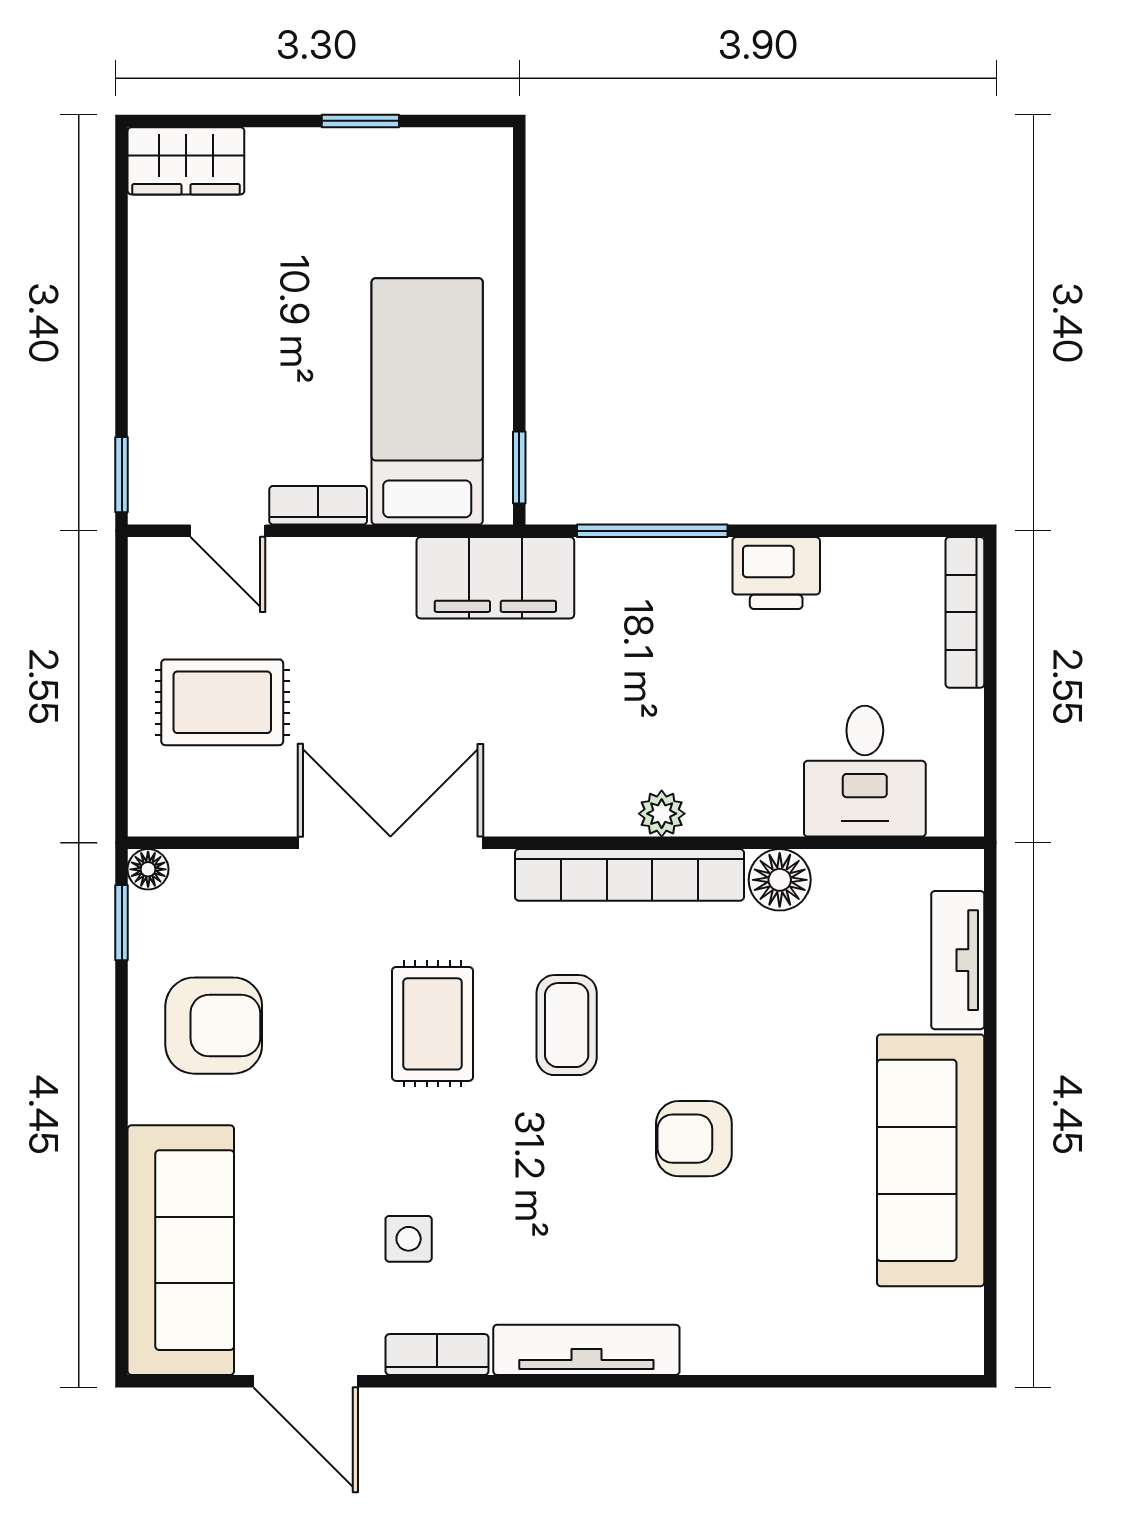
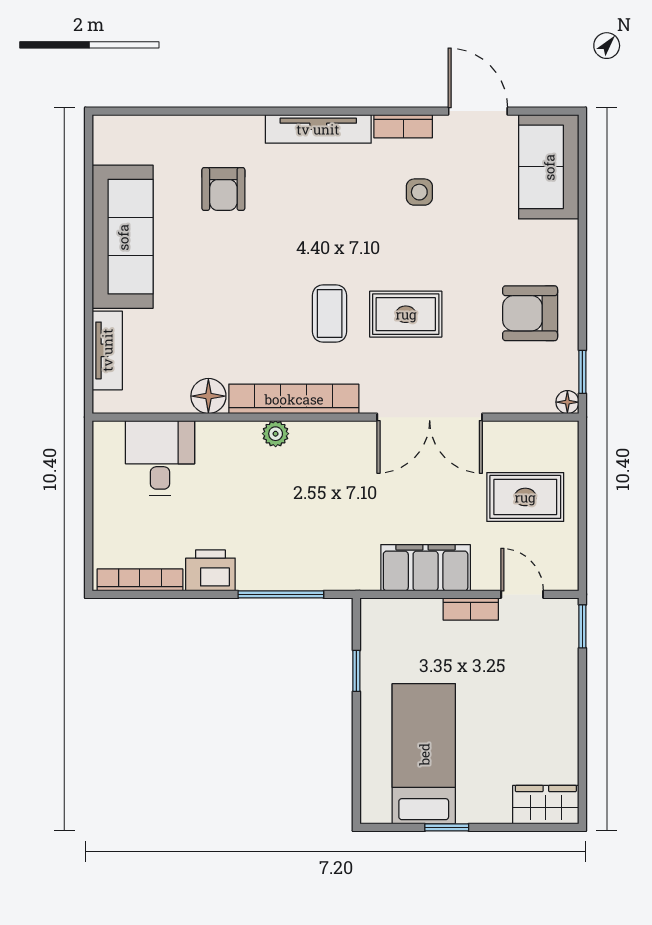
bed: (427, 401) -> (424, 754), moved, turned 180
window: (519, 467) -> (356, 671), moved
filing cabinet: (495, 578) -> (426, 568), moved
bookcase: (965, 612) -> (140, 580), moved, turned -90
rug: (432, 1024) -> (406, 314), turned 90
armchair: (694, 1139) -> (223, 189), moved, turned 90
sofa: (181, 1250) -> (549, 167), width x0.73

